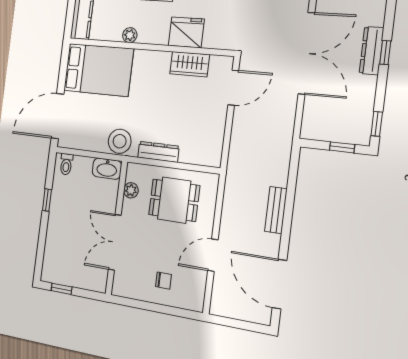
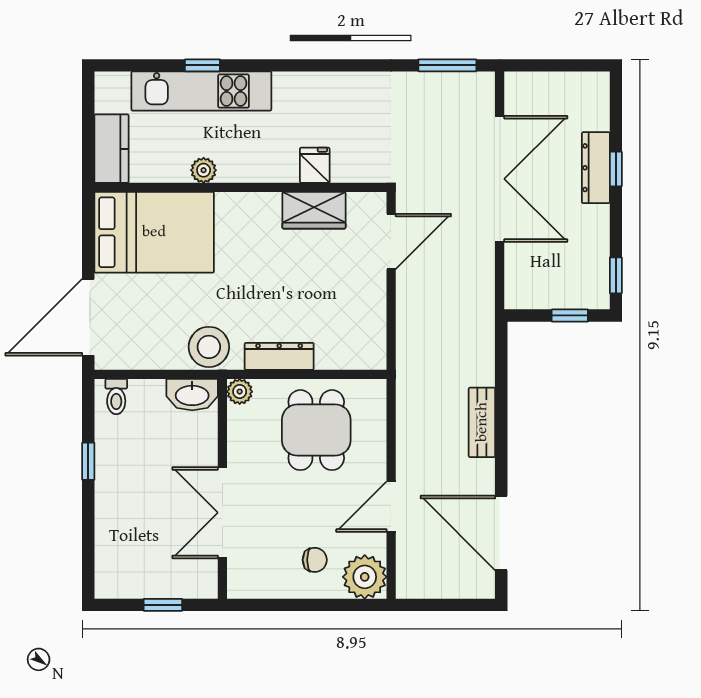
fridge: (186, 32) -> (315, 165), width x0.53, depth x0.75
plant: (131, 190) -> (240, 392), moved
dining table: (174, 200) -> (316, 430), turned 90
window: (62, 289) -> (163, 605), moved
plant: (192, 297) -> (365, 577), added

